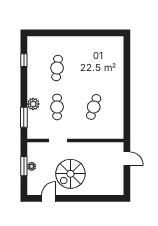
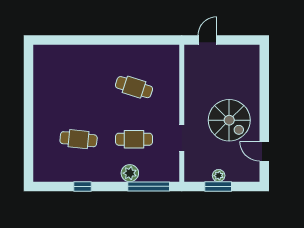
window: (24, 60) -> (83, 186), moved
window: (24, 117) -> (149, 186), width x1.44

